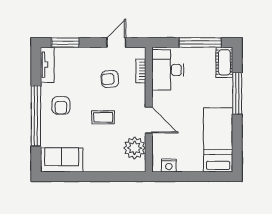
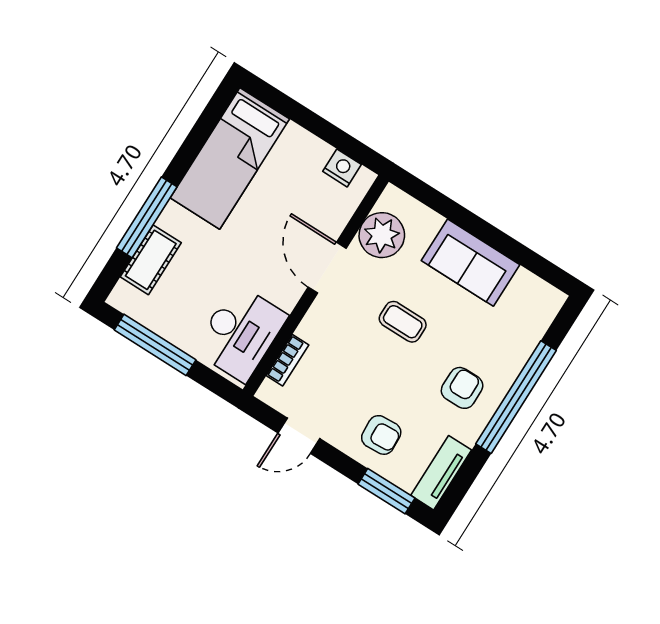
cot: (224, 62) -> (151, 260), moved
armchair: (110, 79) -> (381, 435), moved
sofa: (62, 160) -> (471, 263), moved

